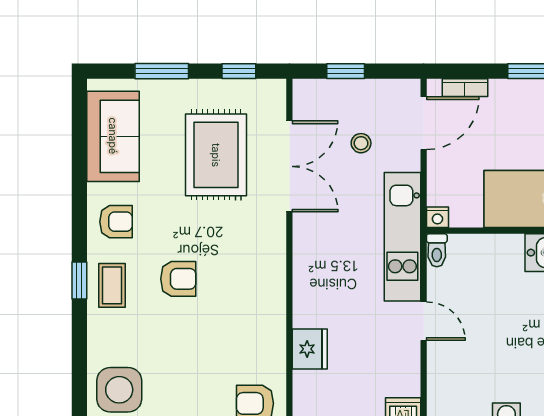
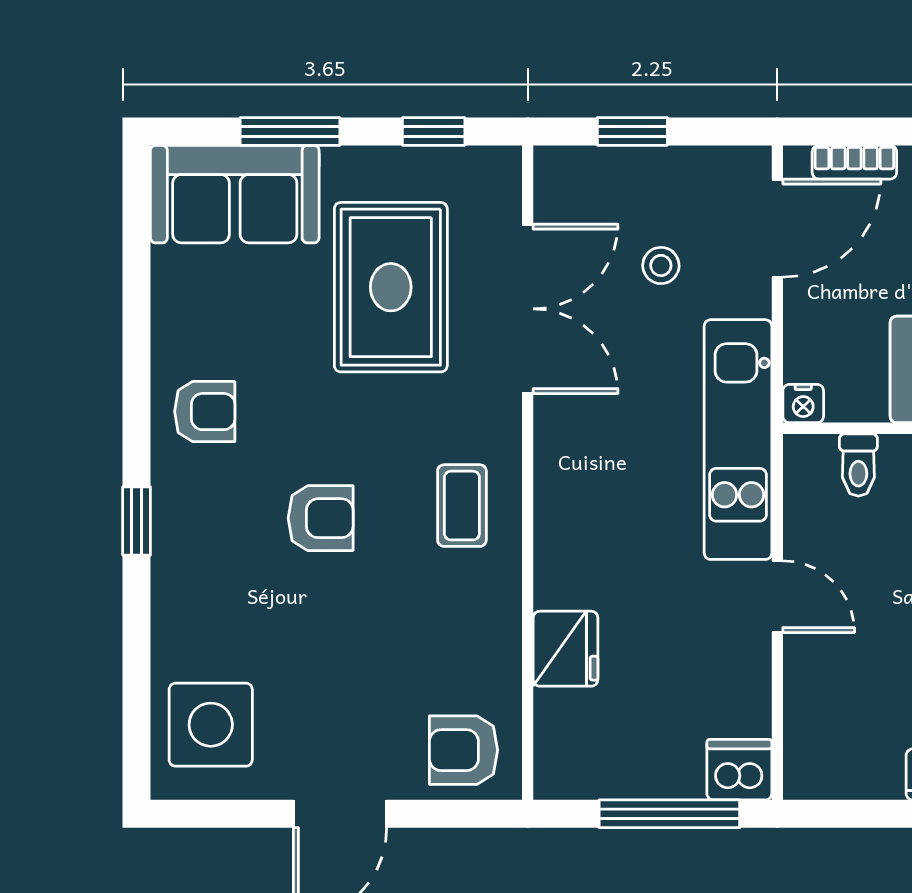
sofa: (113, 136) -> (235, 194), moved, turned 90
toilet: (437, 250) -> (858, 465), moved
coffee table: (112, 285) -> (462, 506), moved

